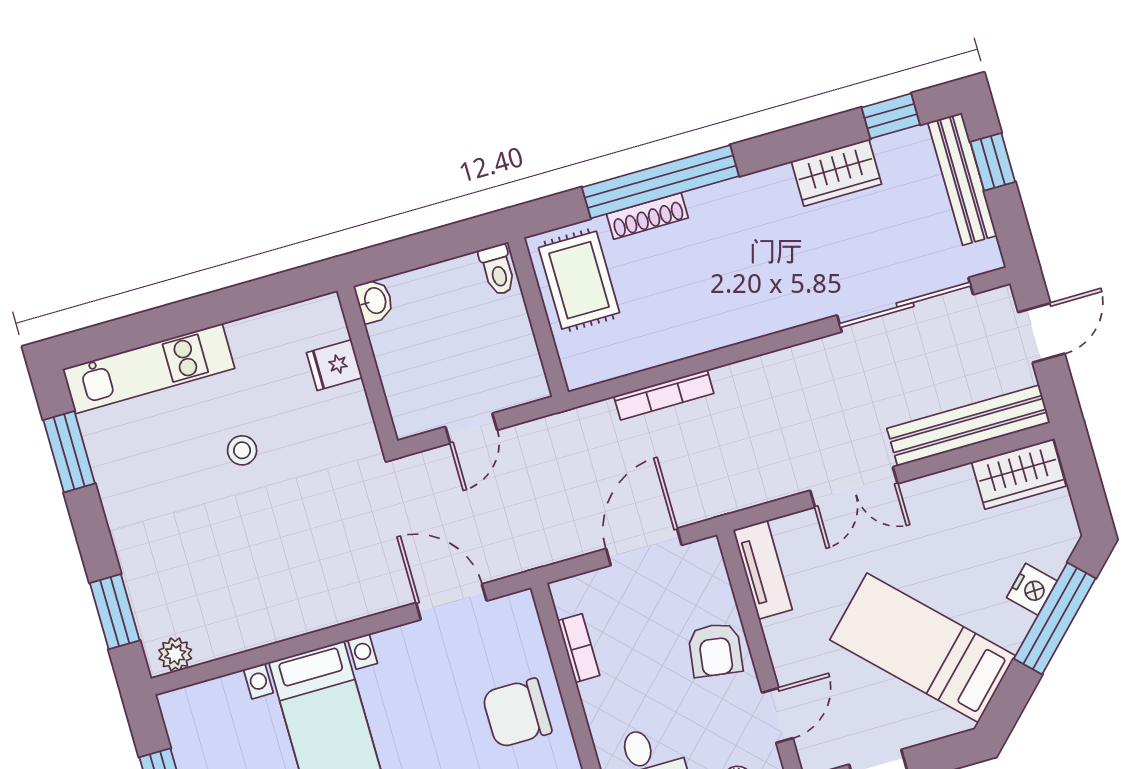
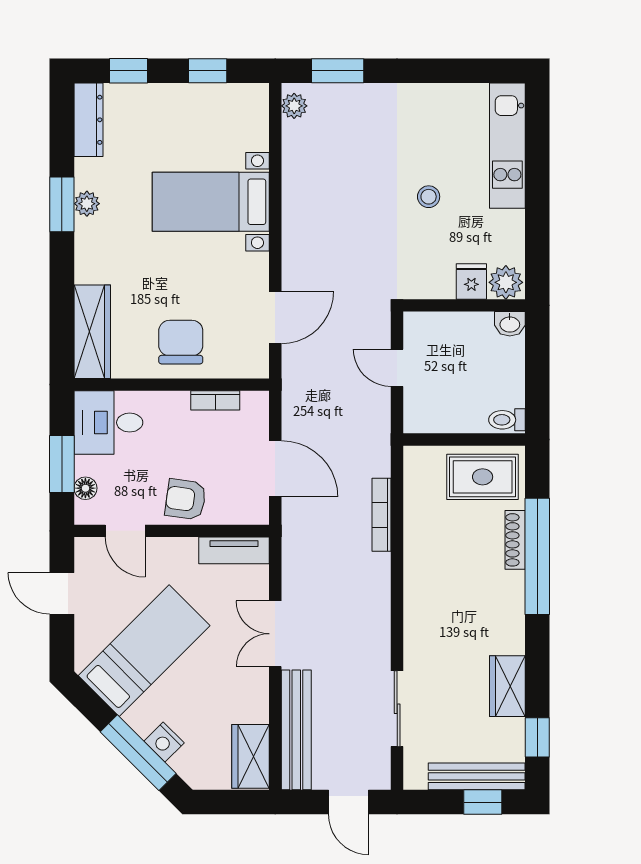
sliding door: (905, 305) -> (397, 709), width x0.73
plant: (323, 321) -> (506, 282), added
window: (69, 452) -> (463, 71), removed

